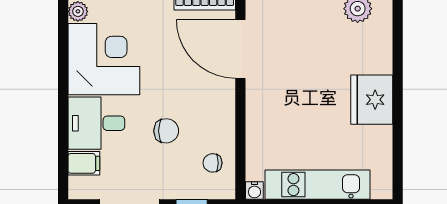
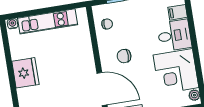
chair: (166, 131) -> (124, 56), moved
water cooler: (254, 191) -> (12, 24), moved

